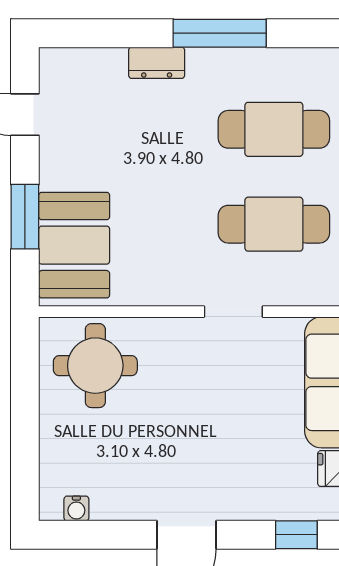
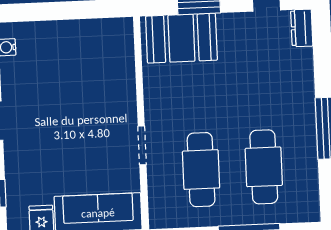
dresser: (157, 63) -> (302, 28), moved
round table: (95, 366) -> (102, 56), removed

